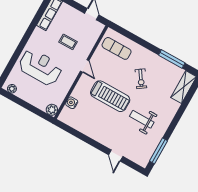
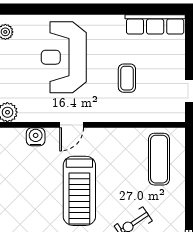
door: (85, 66) -> (72, 125), moved
reception desk: (40, 67) -> (64, 57), turned 180

